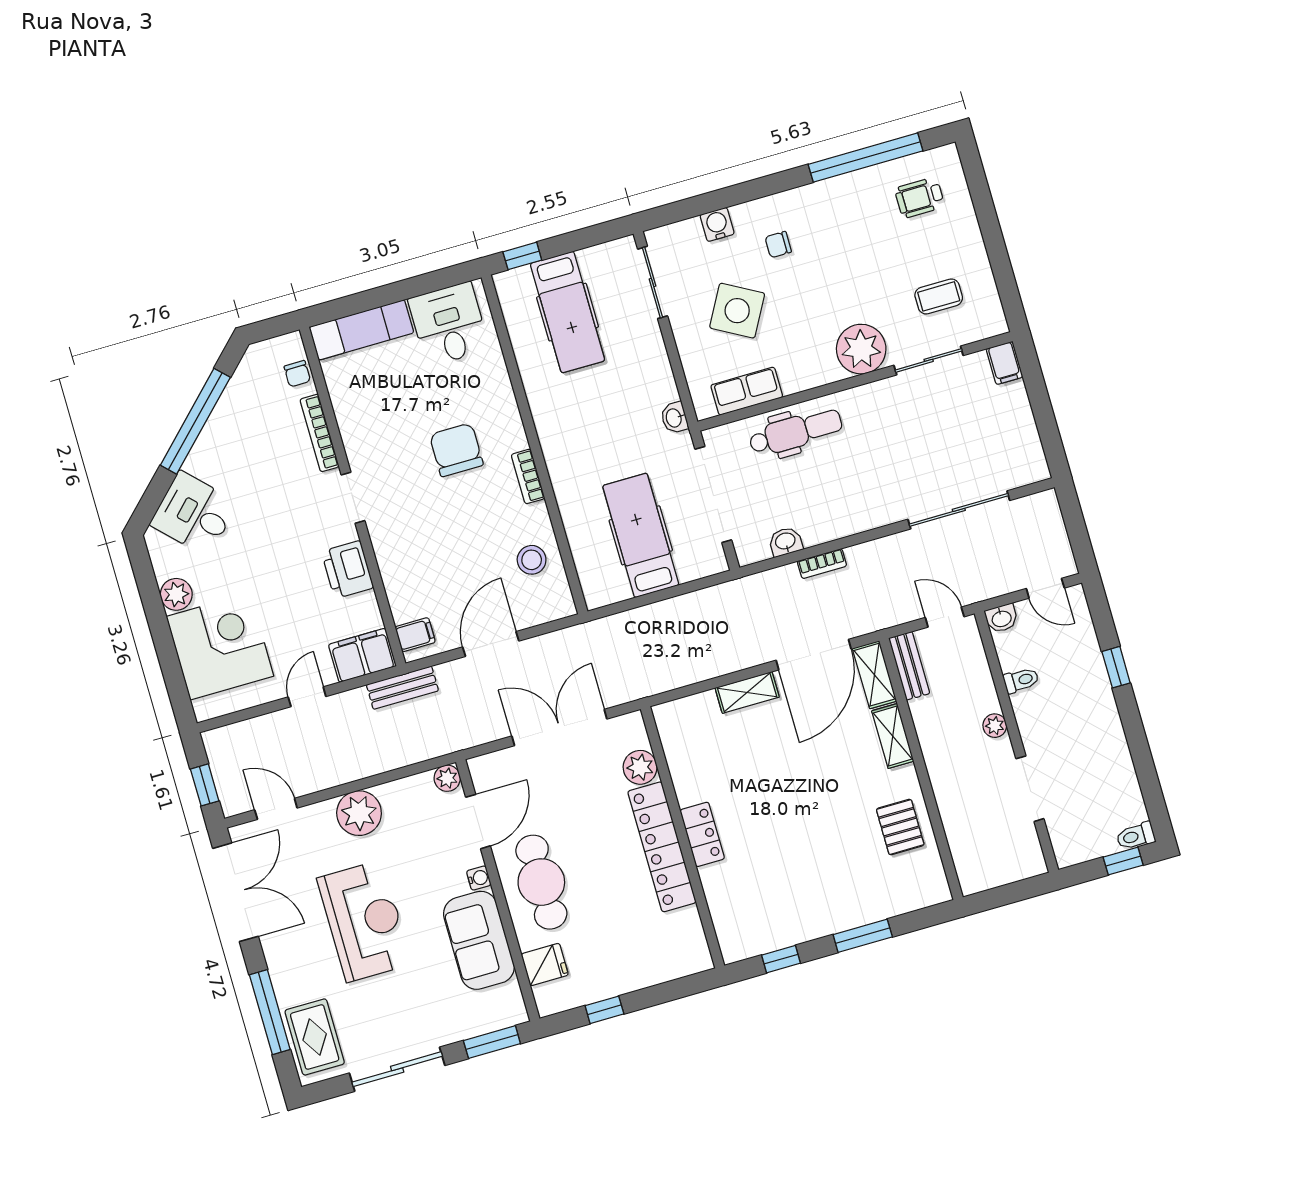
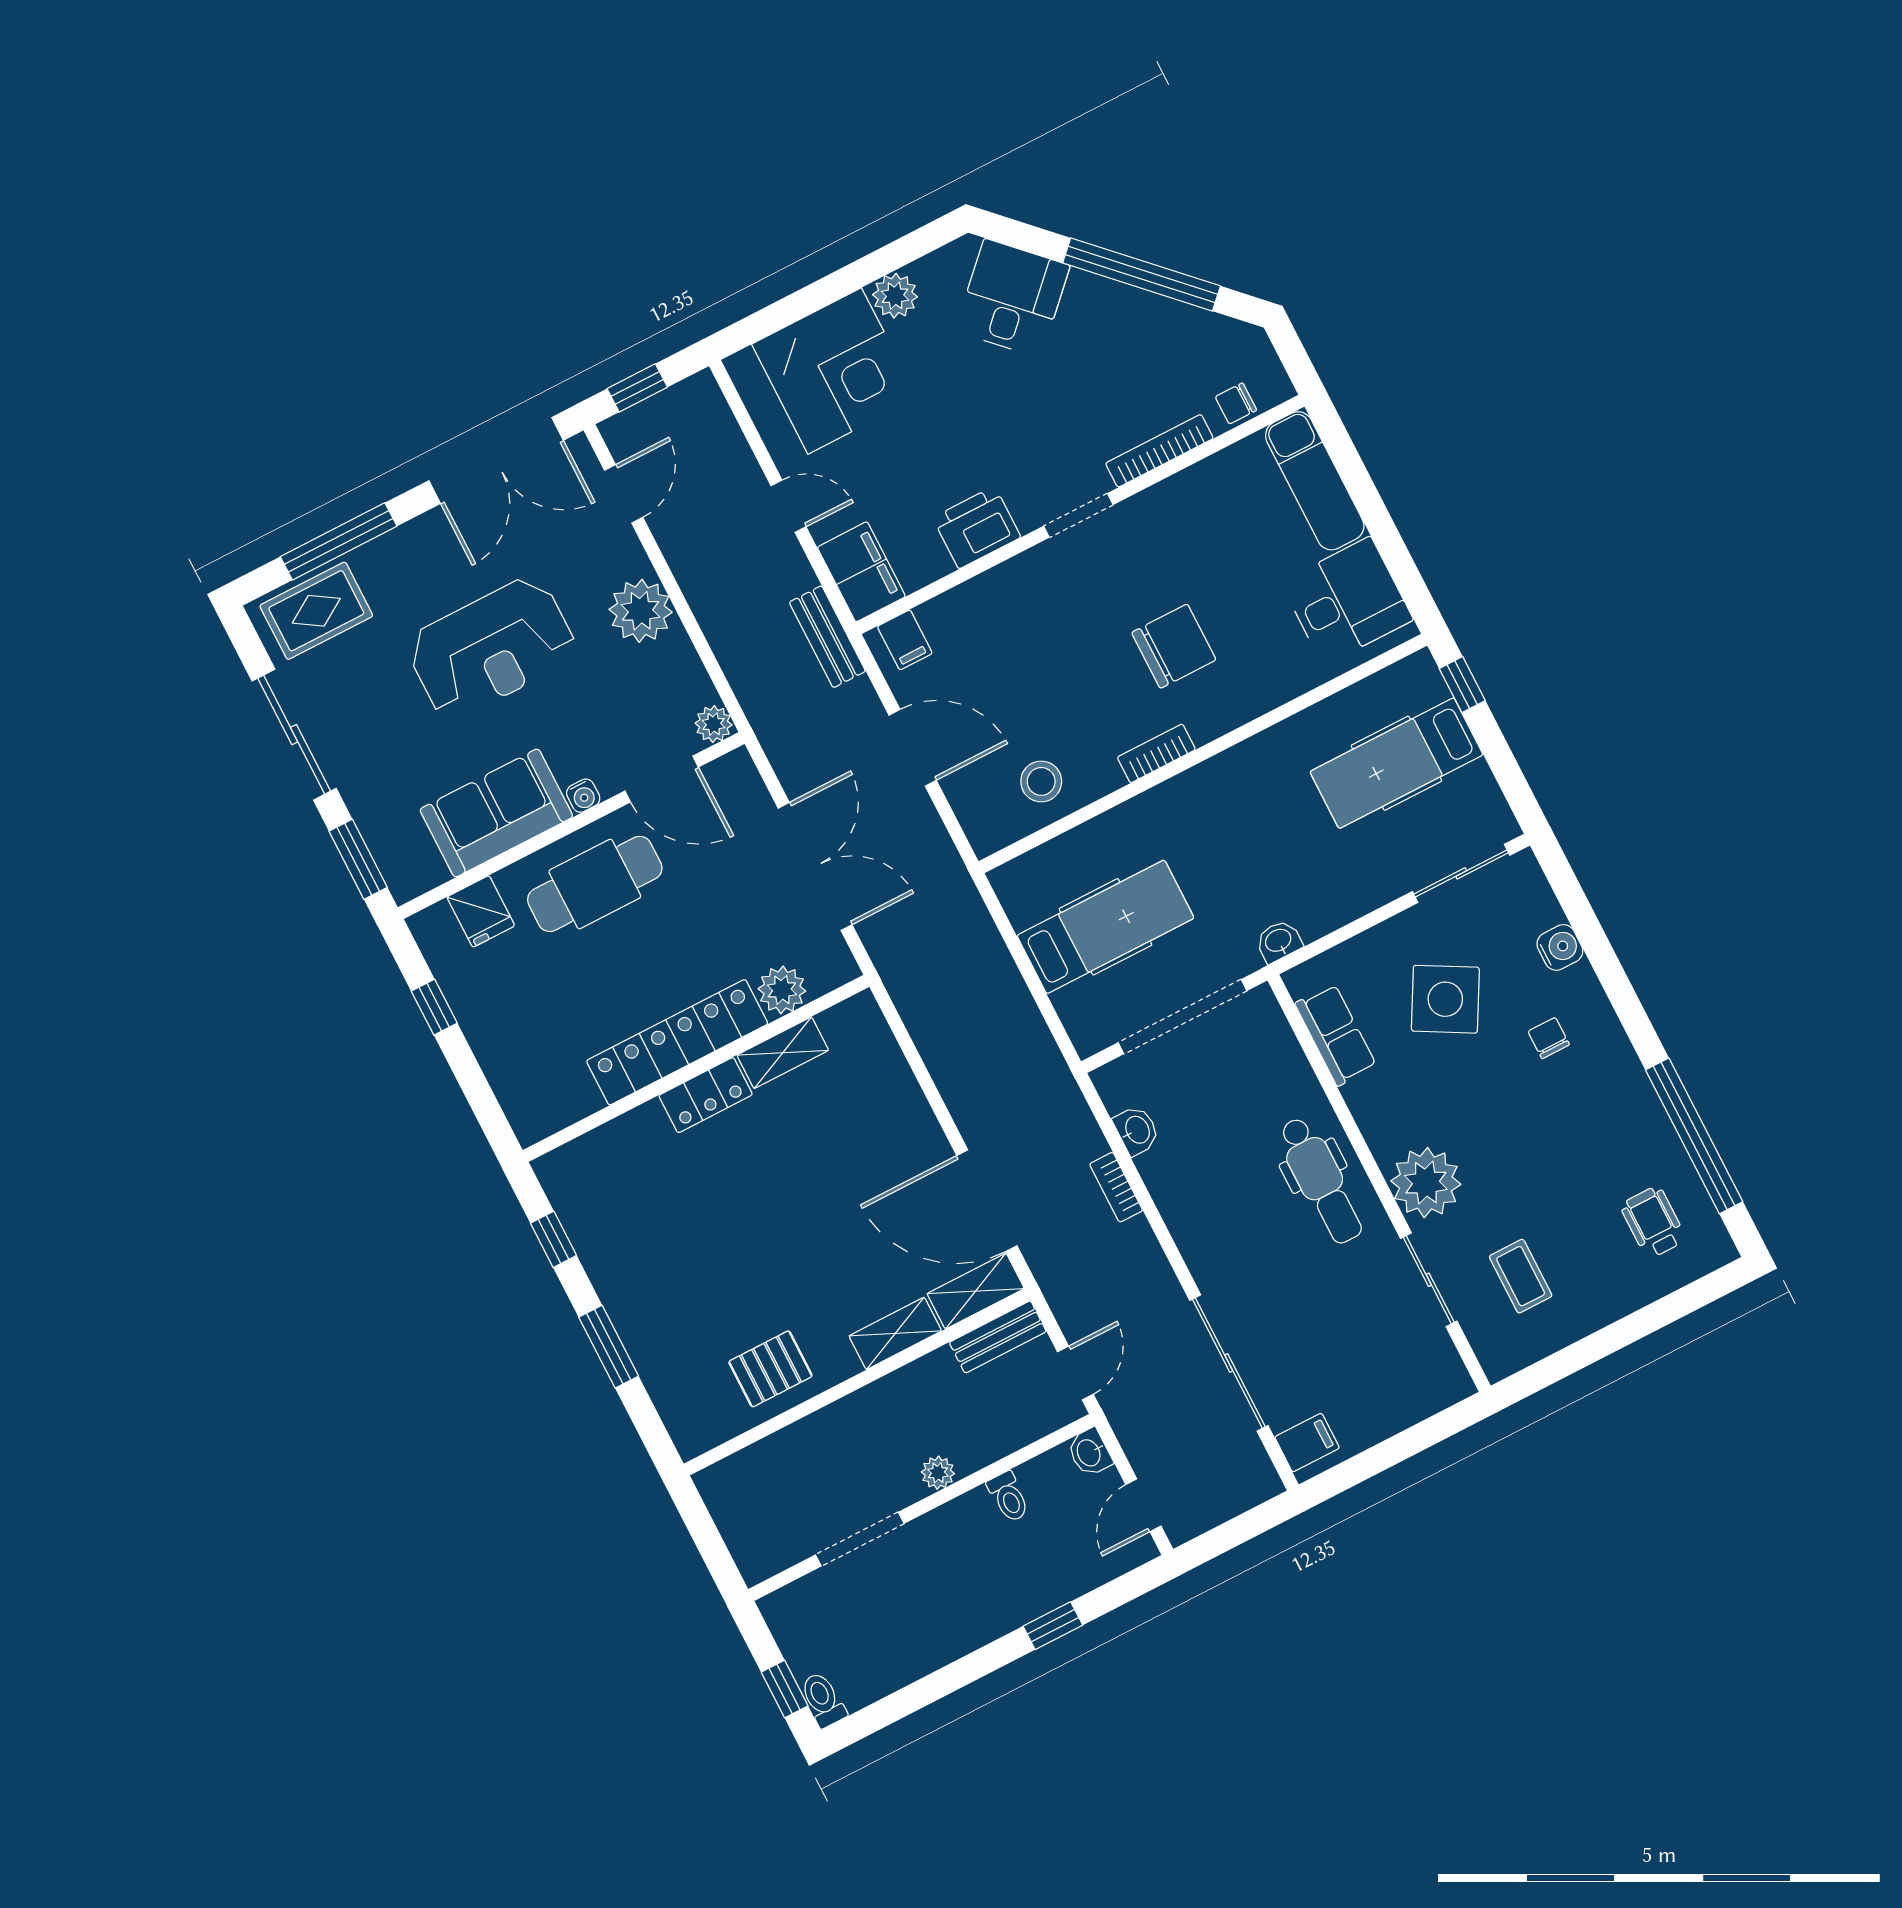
filing cabinet: (1005, 363) -> (1307, 1442), moved, turned 180
dental chair: (796, 432) -> (1321, 1180), moved
shelving: (747, 692) -> (783, 1053), moved, turned 90

